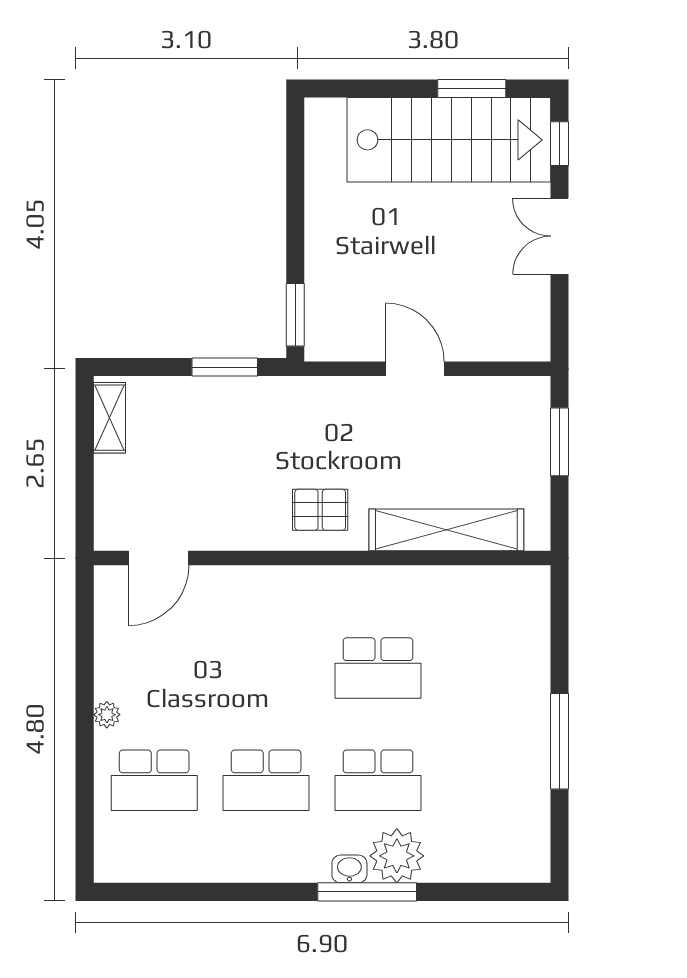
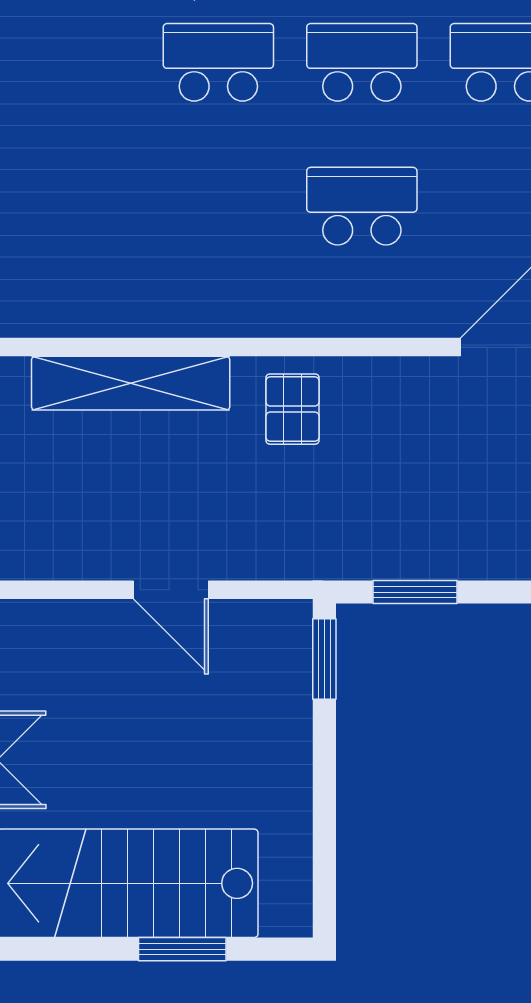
window: (472, 89) -> (182, 949), moved
pallet: (320, 510) -> (292, 409), turned 90
school desk: (378, 668) -> (362, 206), moved

